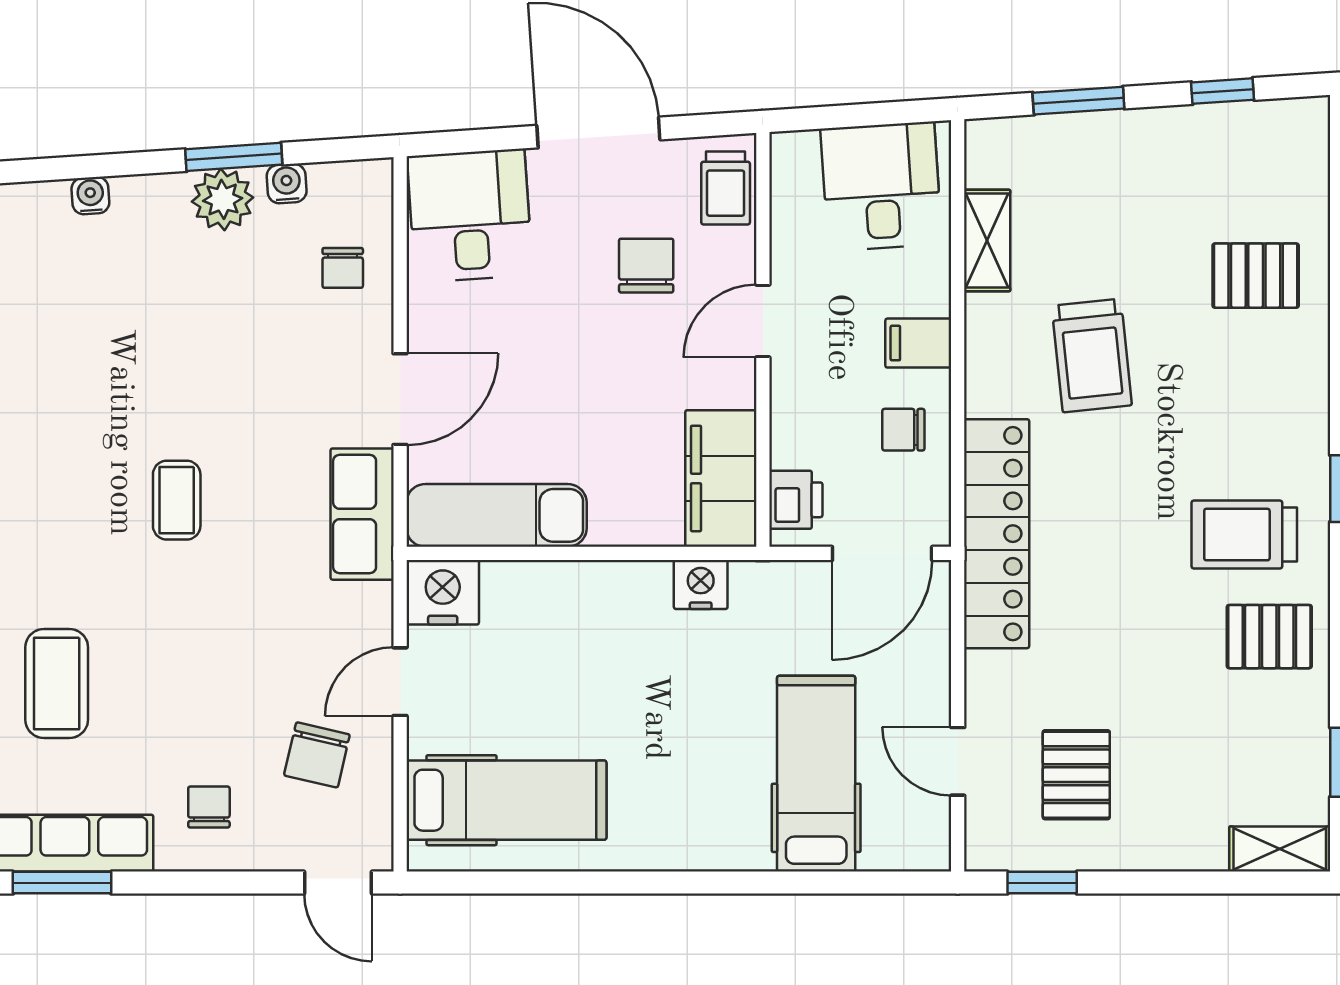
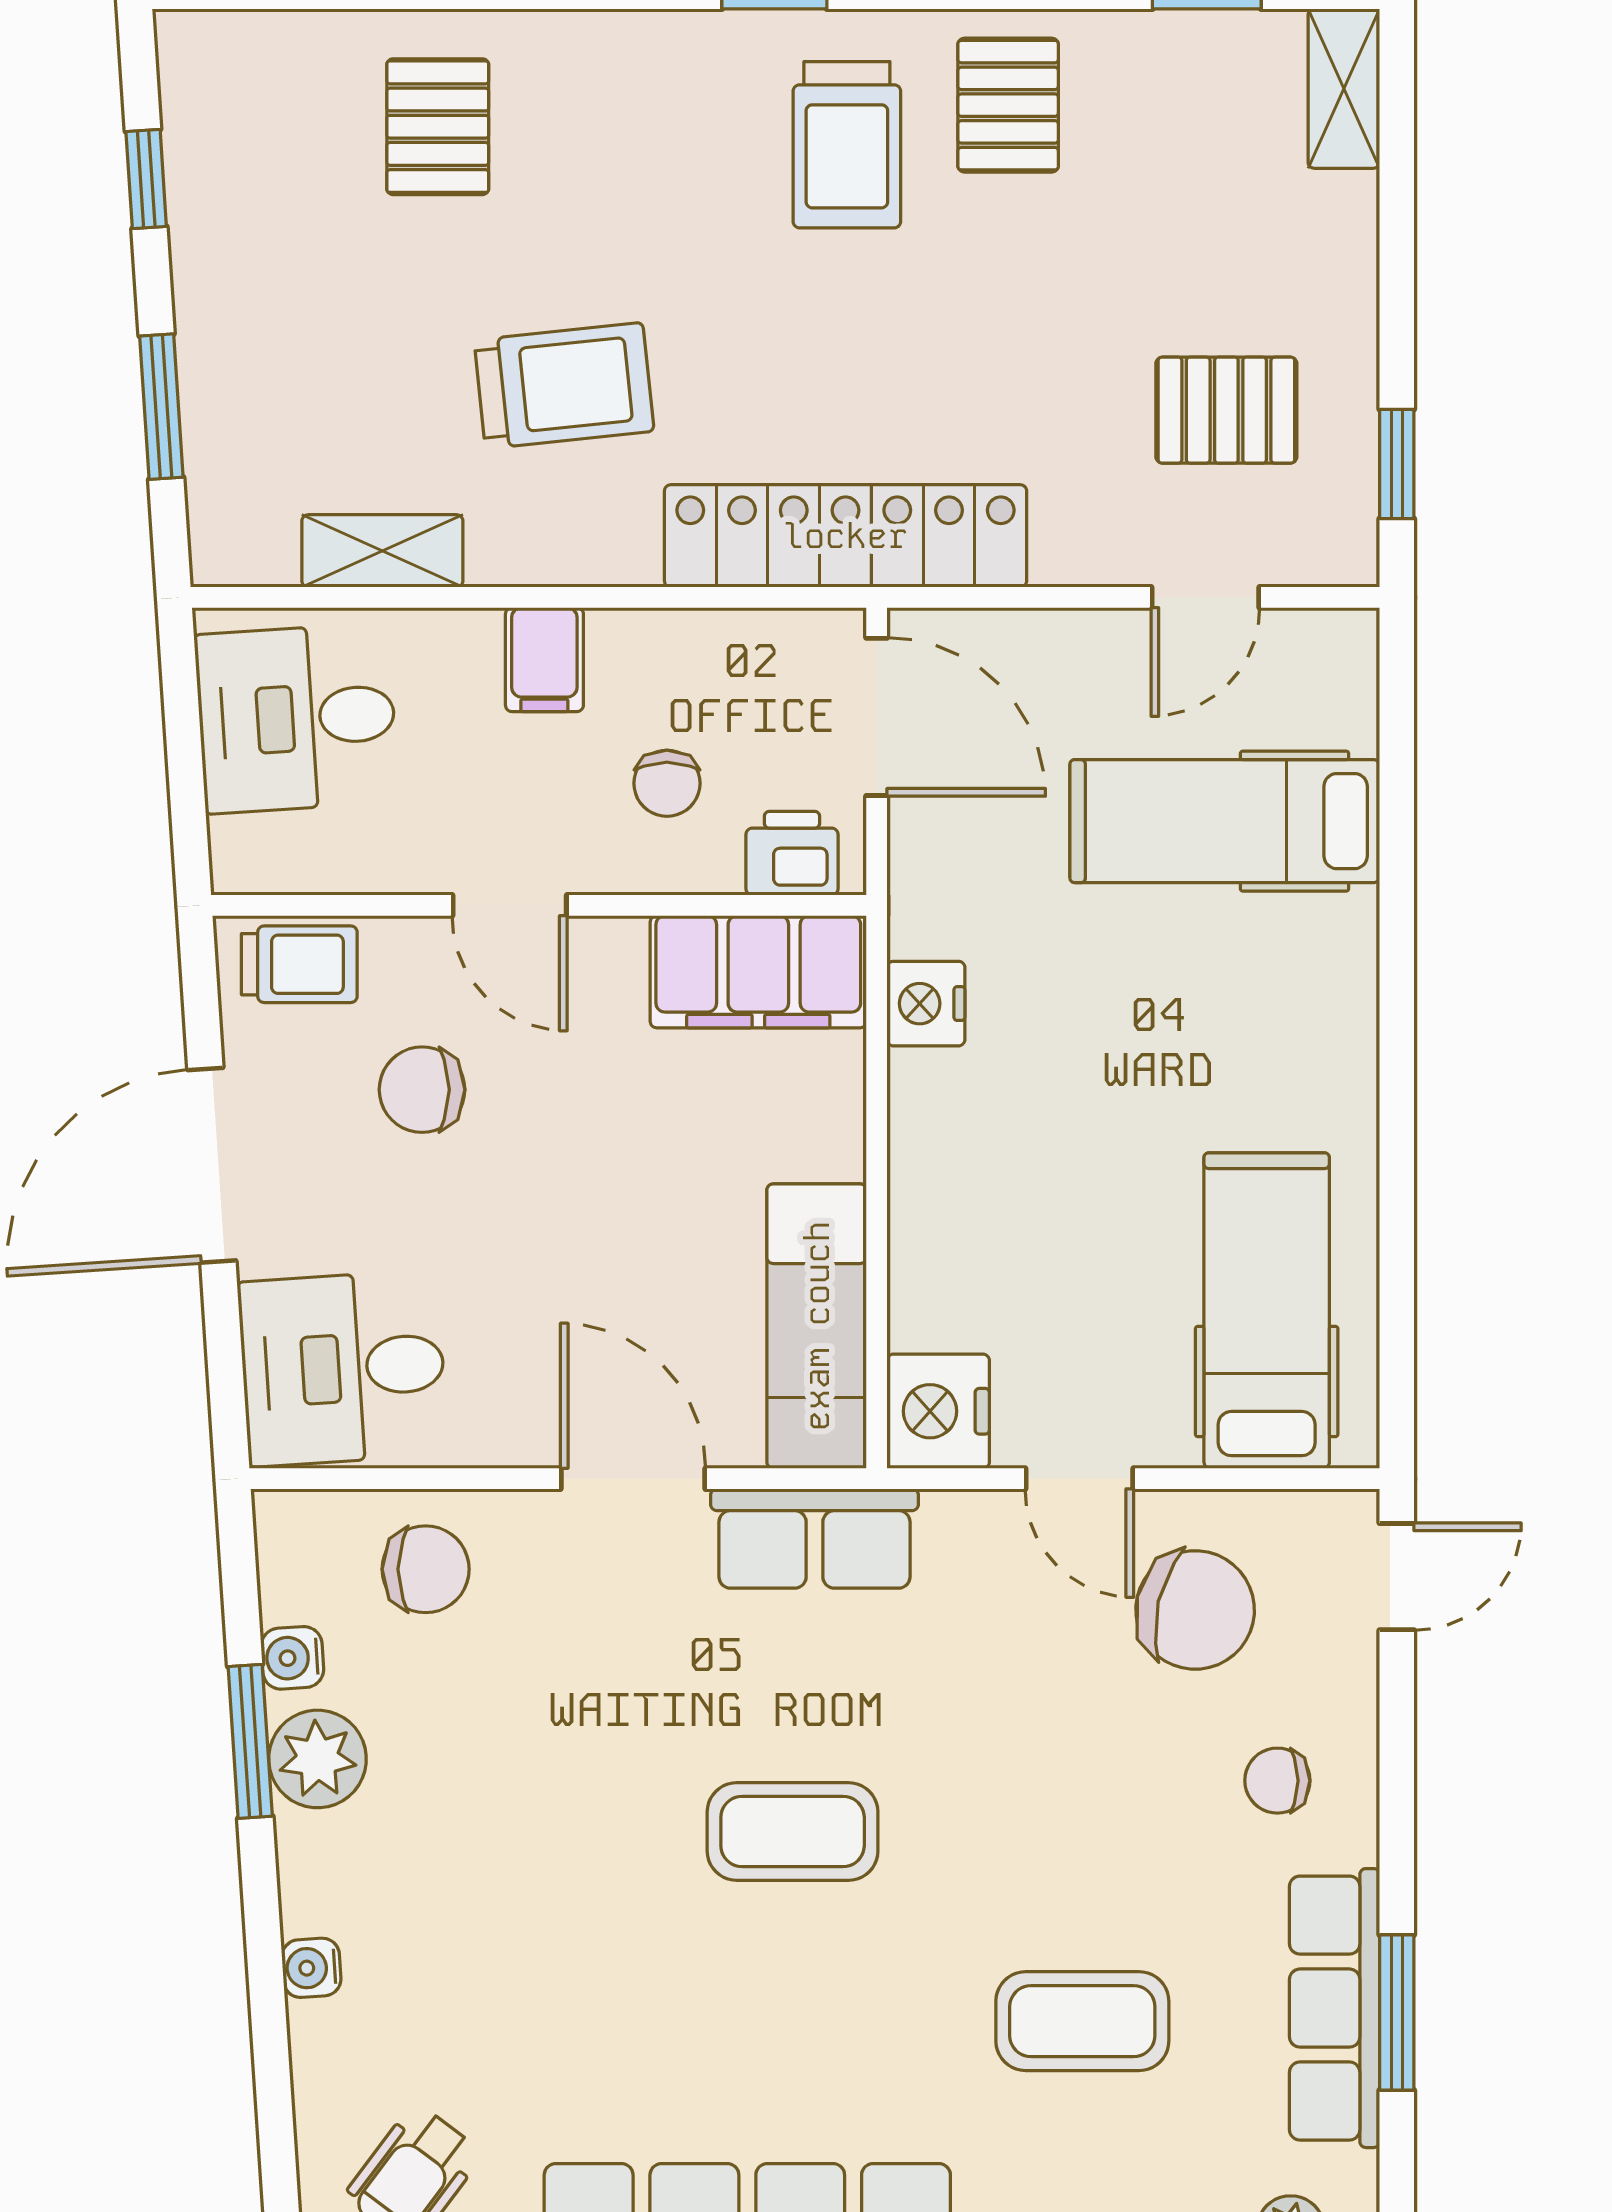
chair: (343, 268) -> (426, 1569), width x1.37, depth x1.37
chair: (903, 430) -> (667, 783), moved
coffee table: (177, 500) -> (793, 1832), width x1.36, depth x1.30
chair: (317, 755) -> (1195, 1610), width x1.37, depth x1.37

